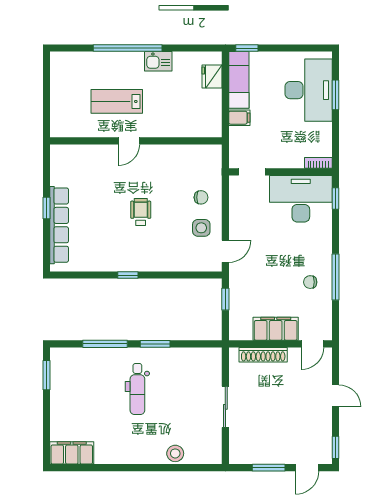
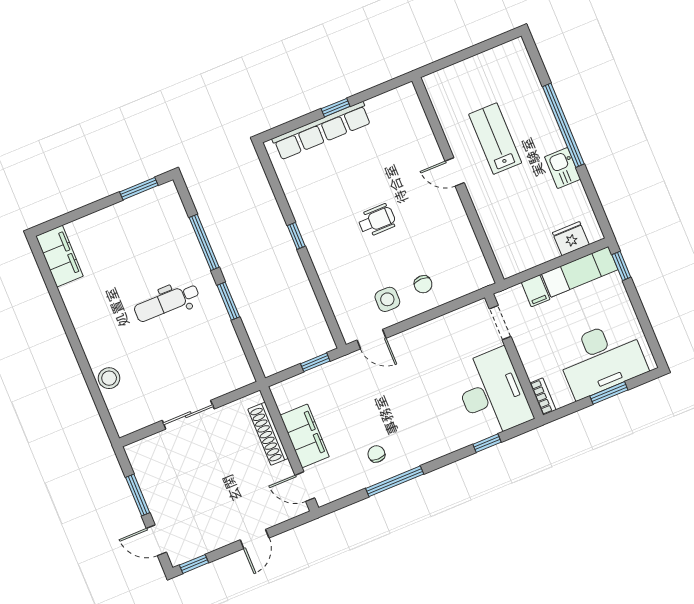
bookcase: (318, 163) -> (543, 396), moved
doorway: (252, 172) -> (500, 323), moved
wall: (280, 172) -> (514, 356), moved
desk: (301, 199) -> (492, 393), moved

